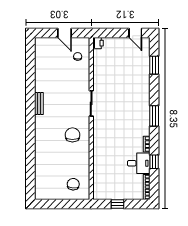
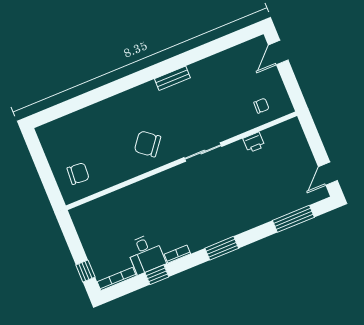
door: (65, 33) -> (278, 52), moved
printer: (98, 43) -> (254, 142), moved
window: (154, 65) -> (293, 219), width x1.44
chair: (72, 135) -> (147, 144), turned -142
window: (118, 204) -> (85, 271), moved

